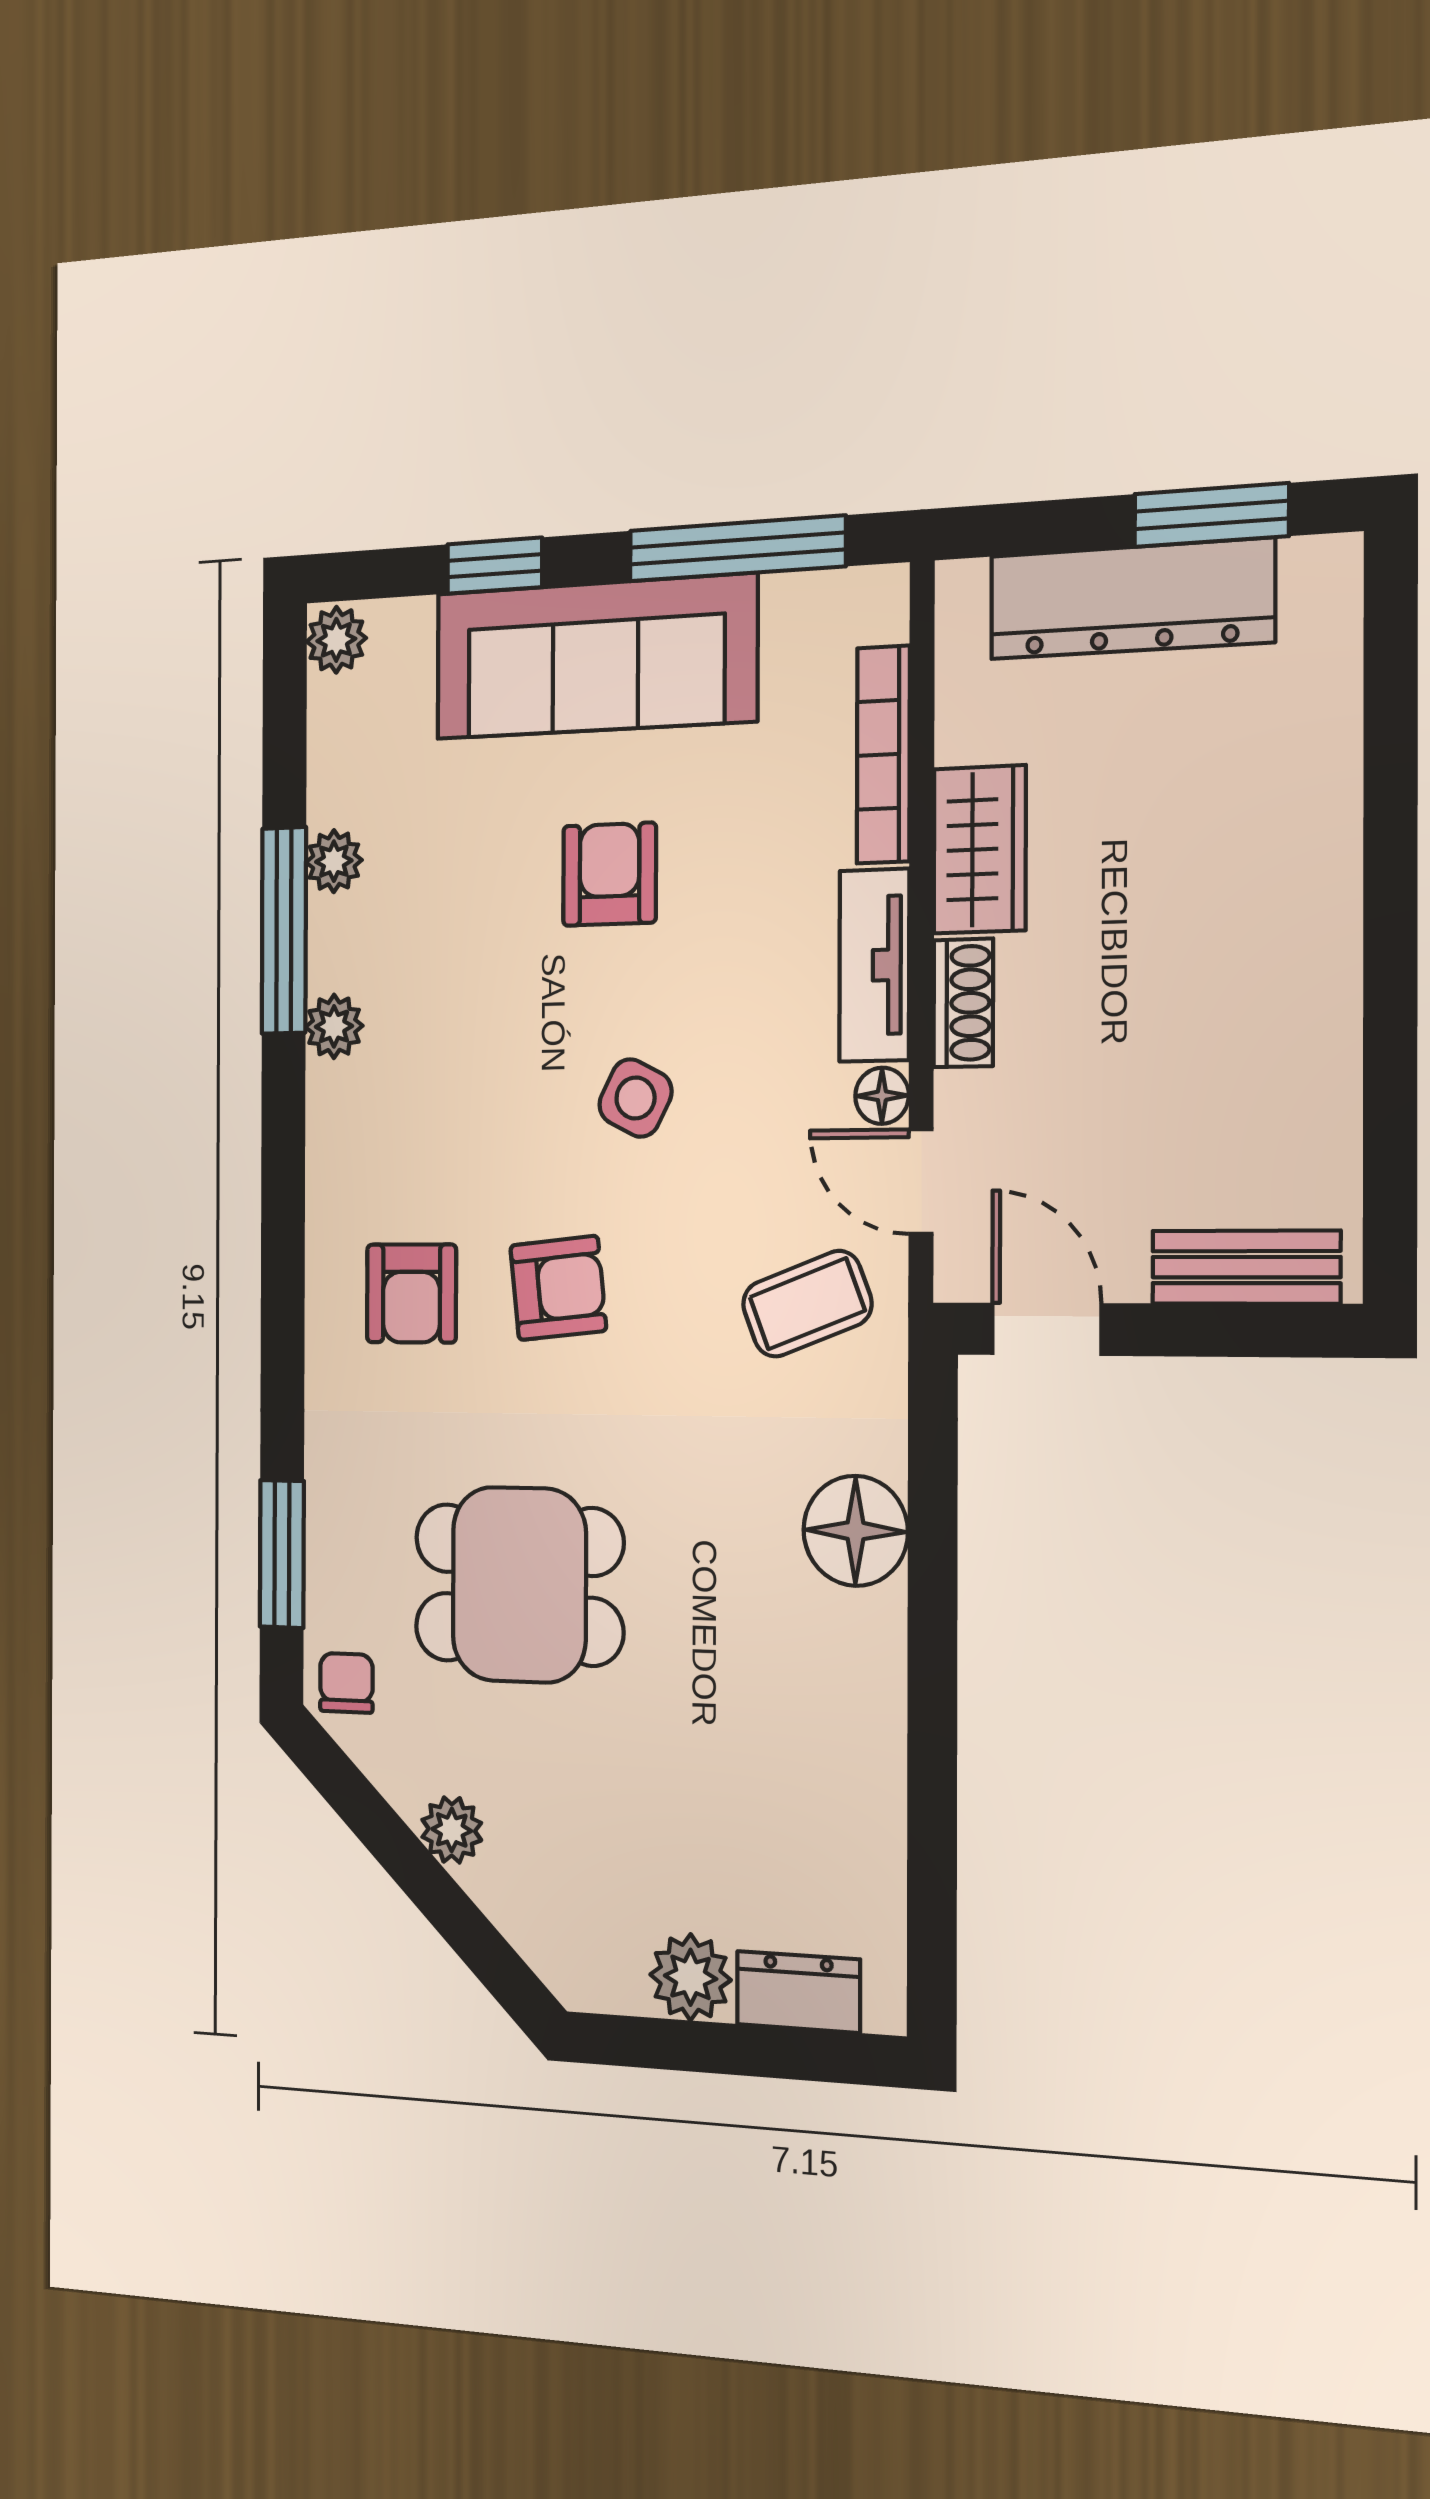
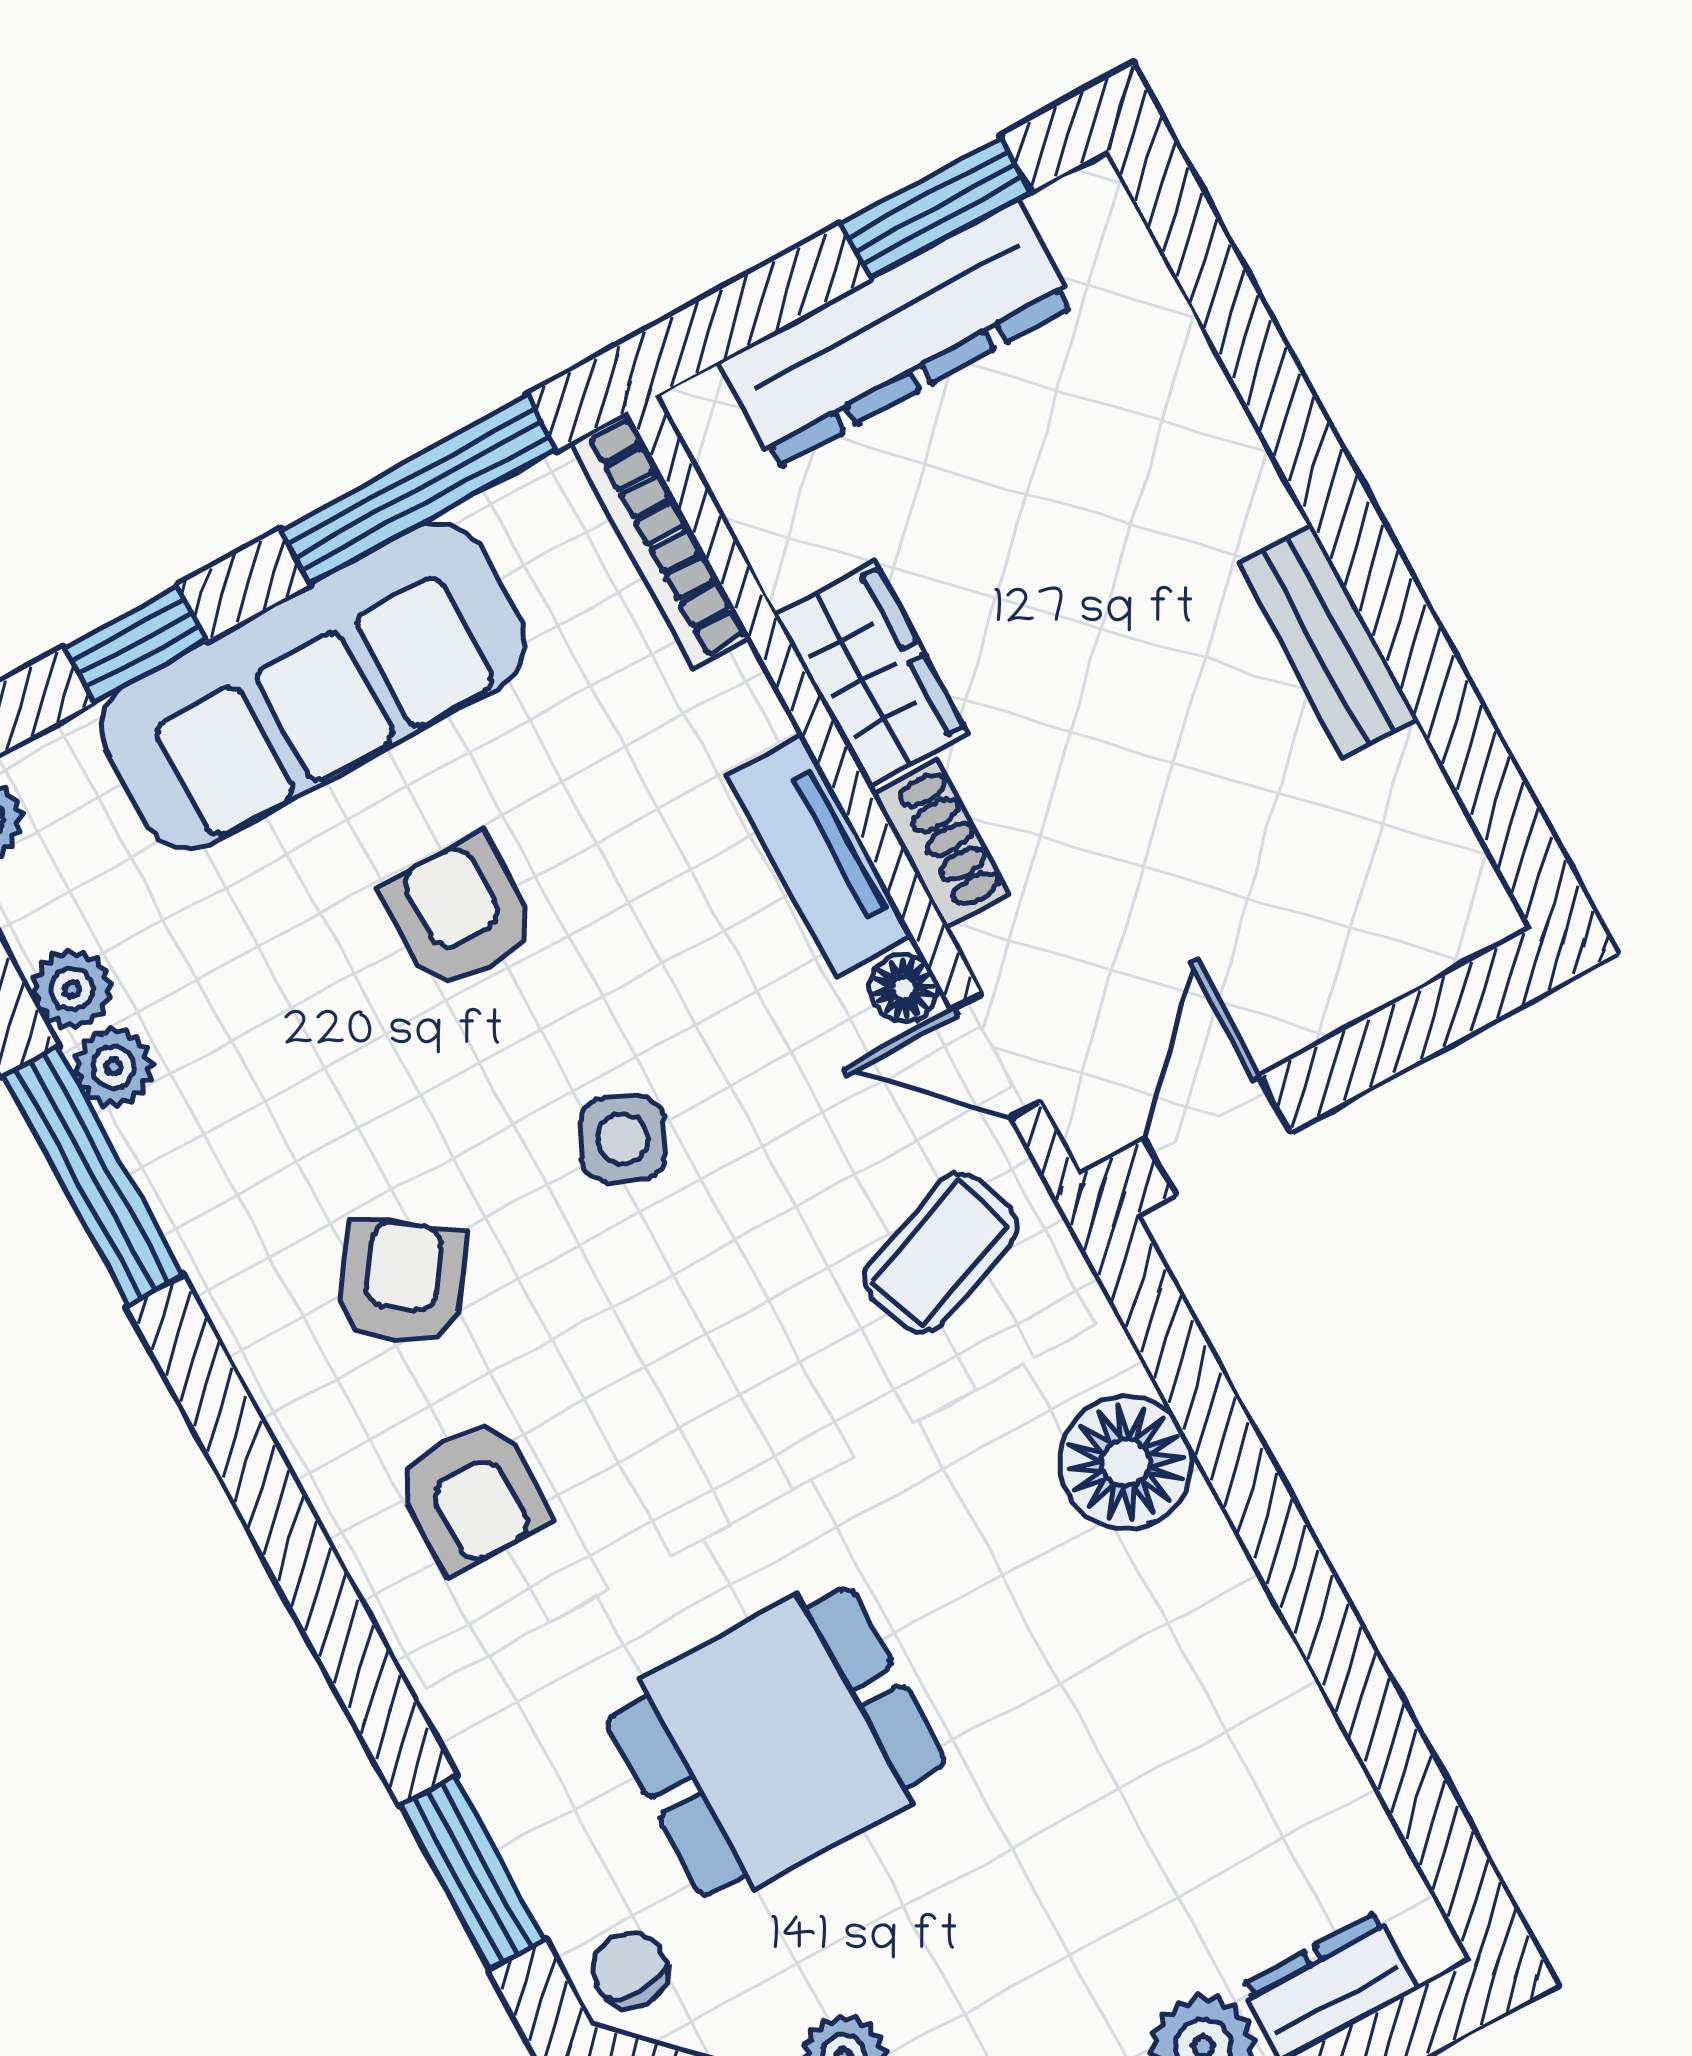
bookcase: (883, 755) -> (660, 541), moved
plant: (334, 1026) -> (72, 989), moved
bench: (1246, 1267) -> (1328, 641), moved, turned 90
armchair: (558, 1288) -> (402, 1283), moved, turned -49
door: (1047, 1329) -> (1217, 1135), hinge flipped

